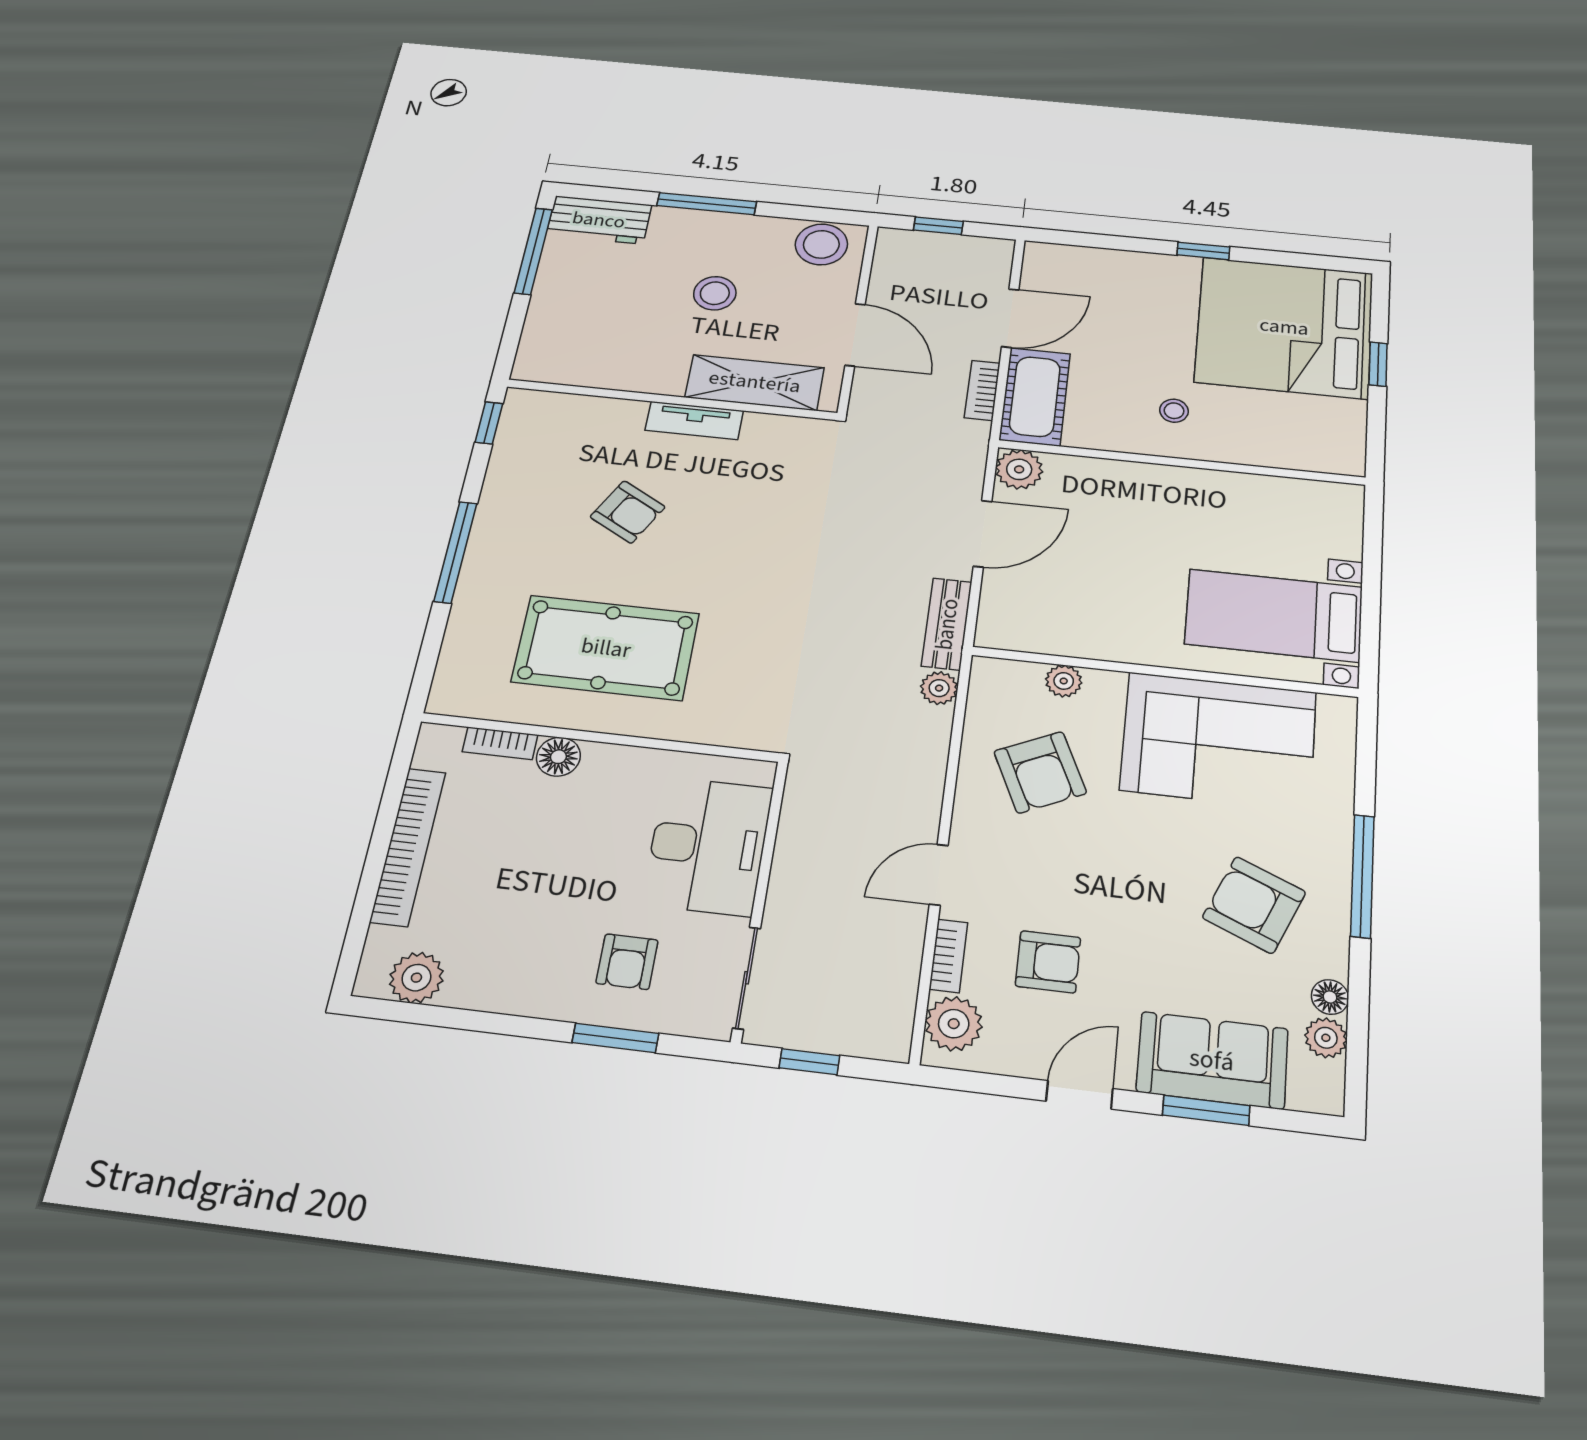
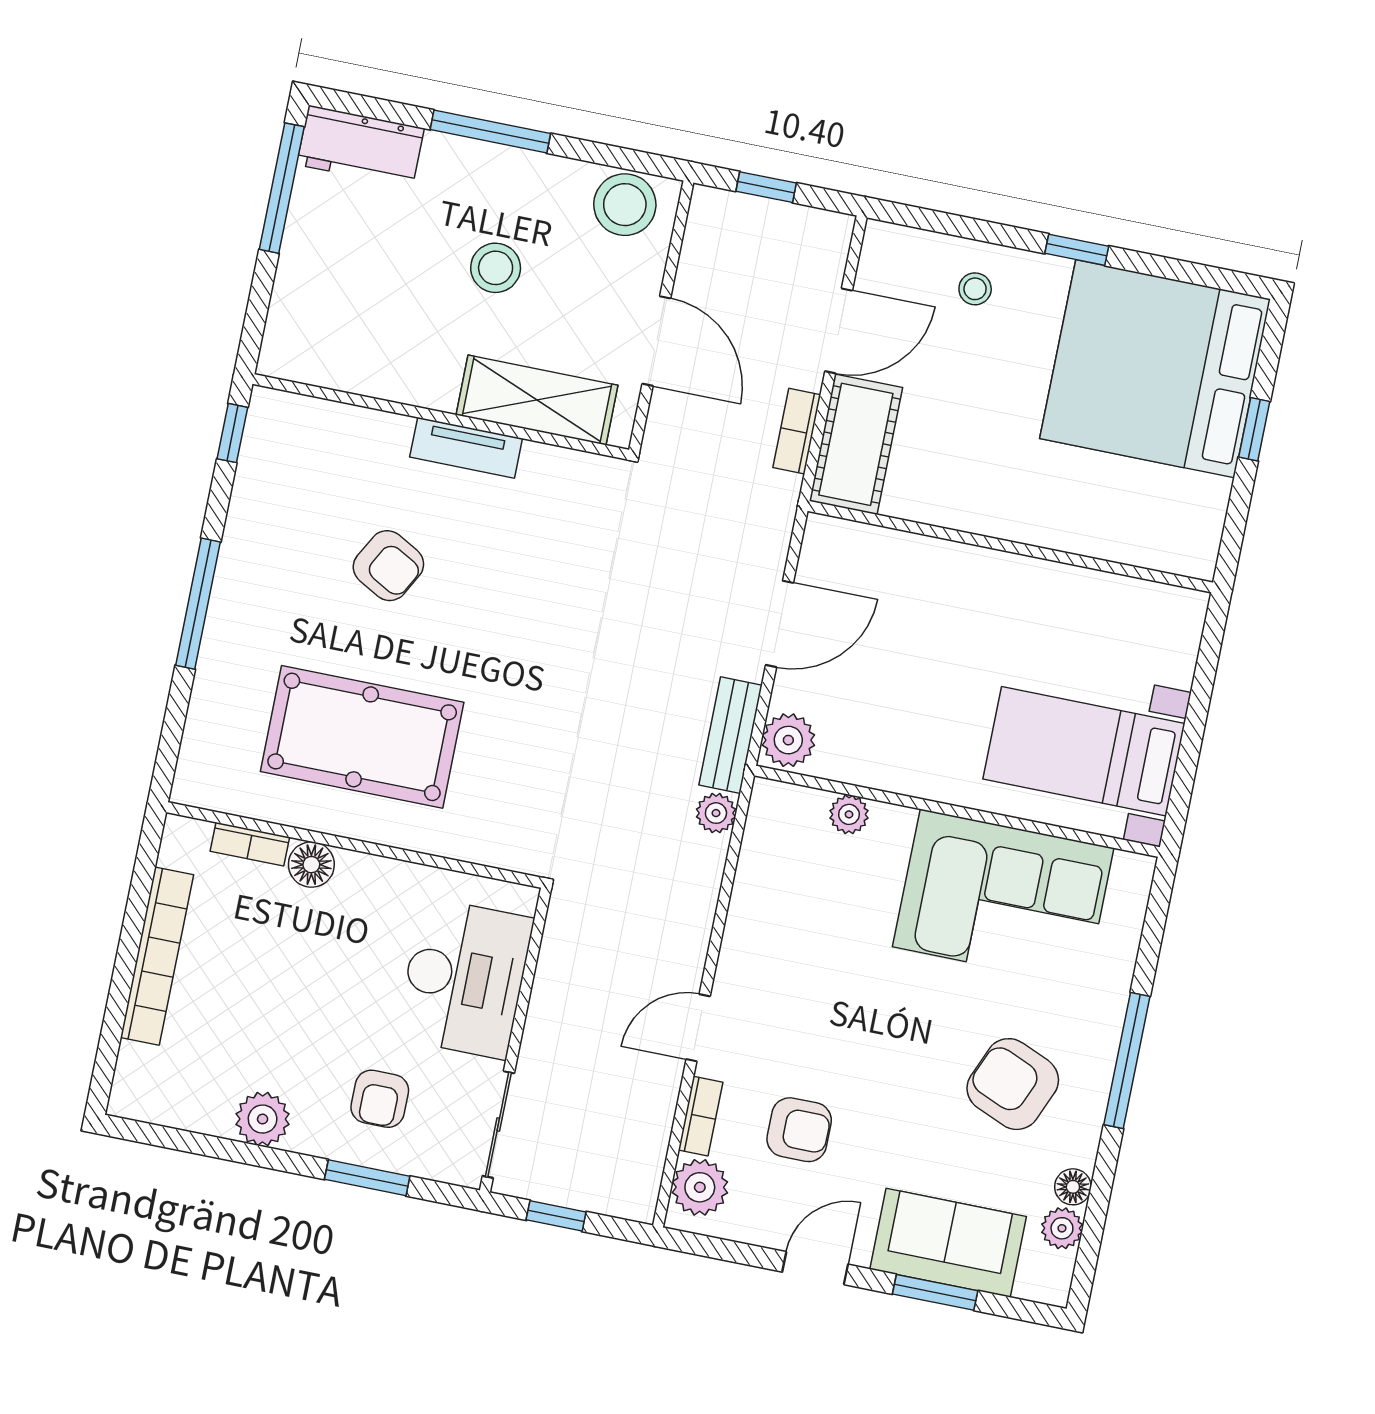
stool: (1174, 411) -> (975, 289), moved
plant: (1019, 469) -> (788, 740), moved
armchair: (1040, 772) -> (813, 920), removed
plant: (416, 978) -> (263, 1119), moved

